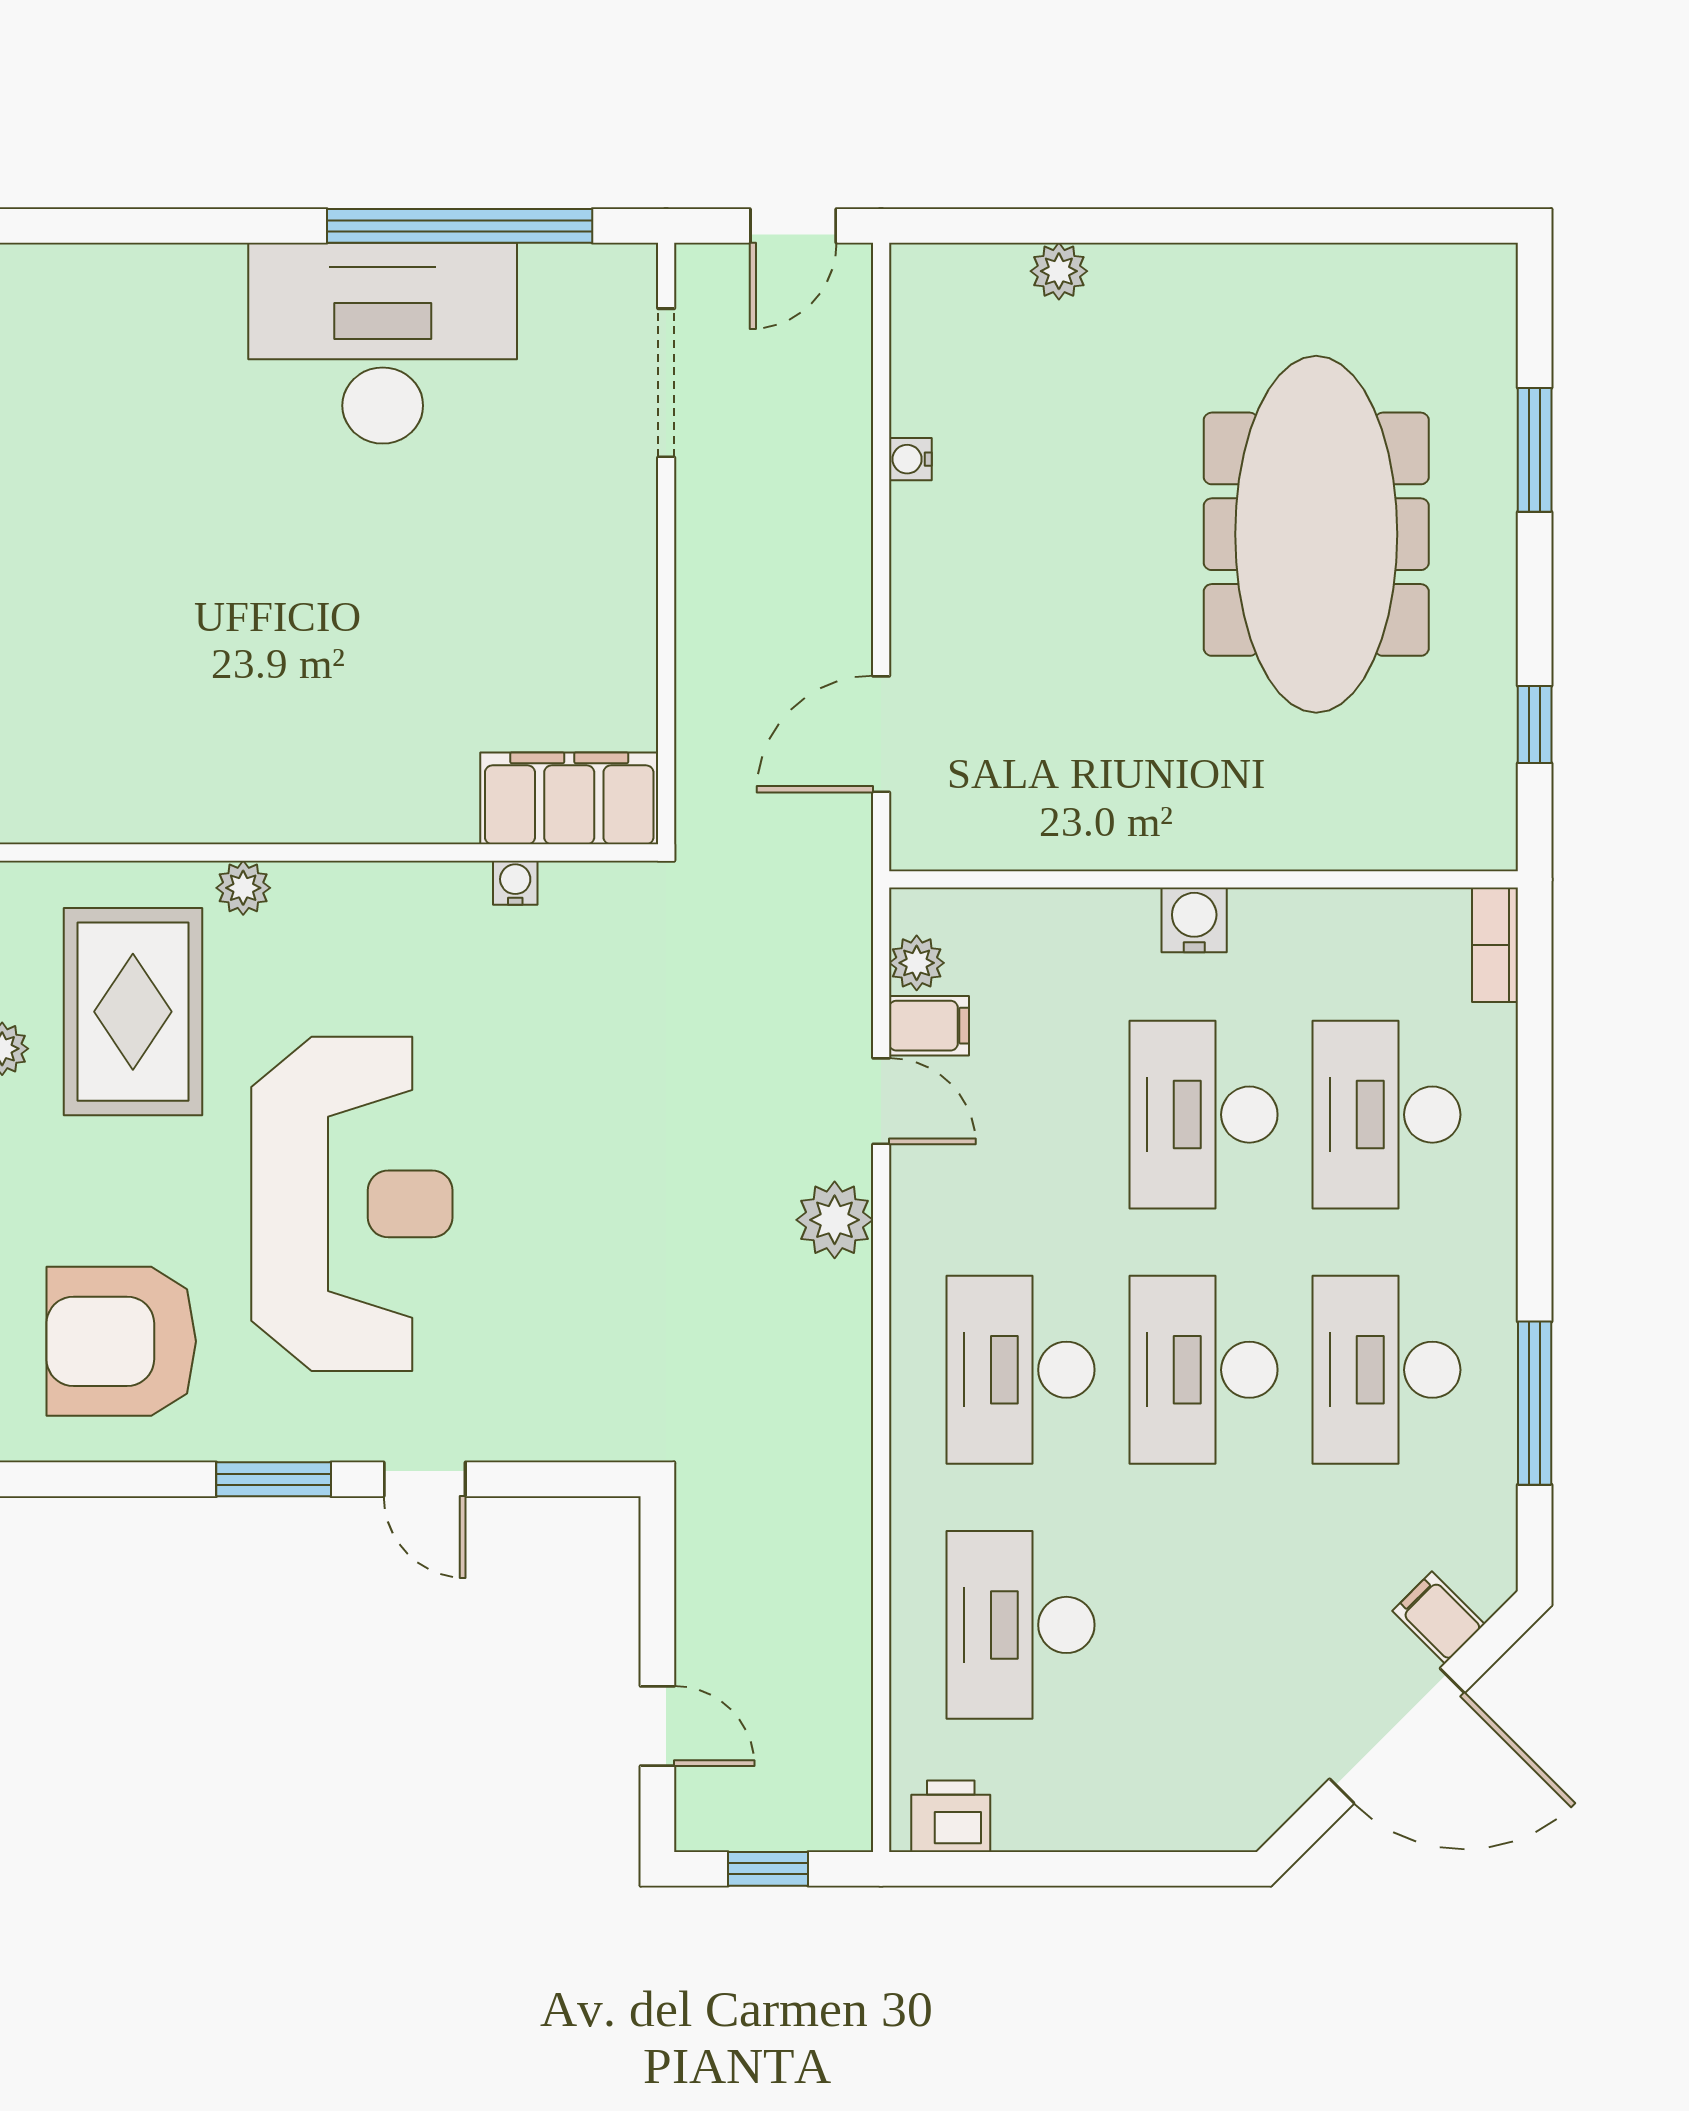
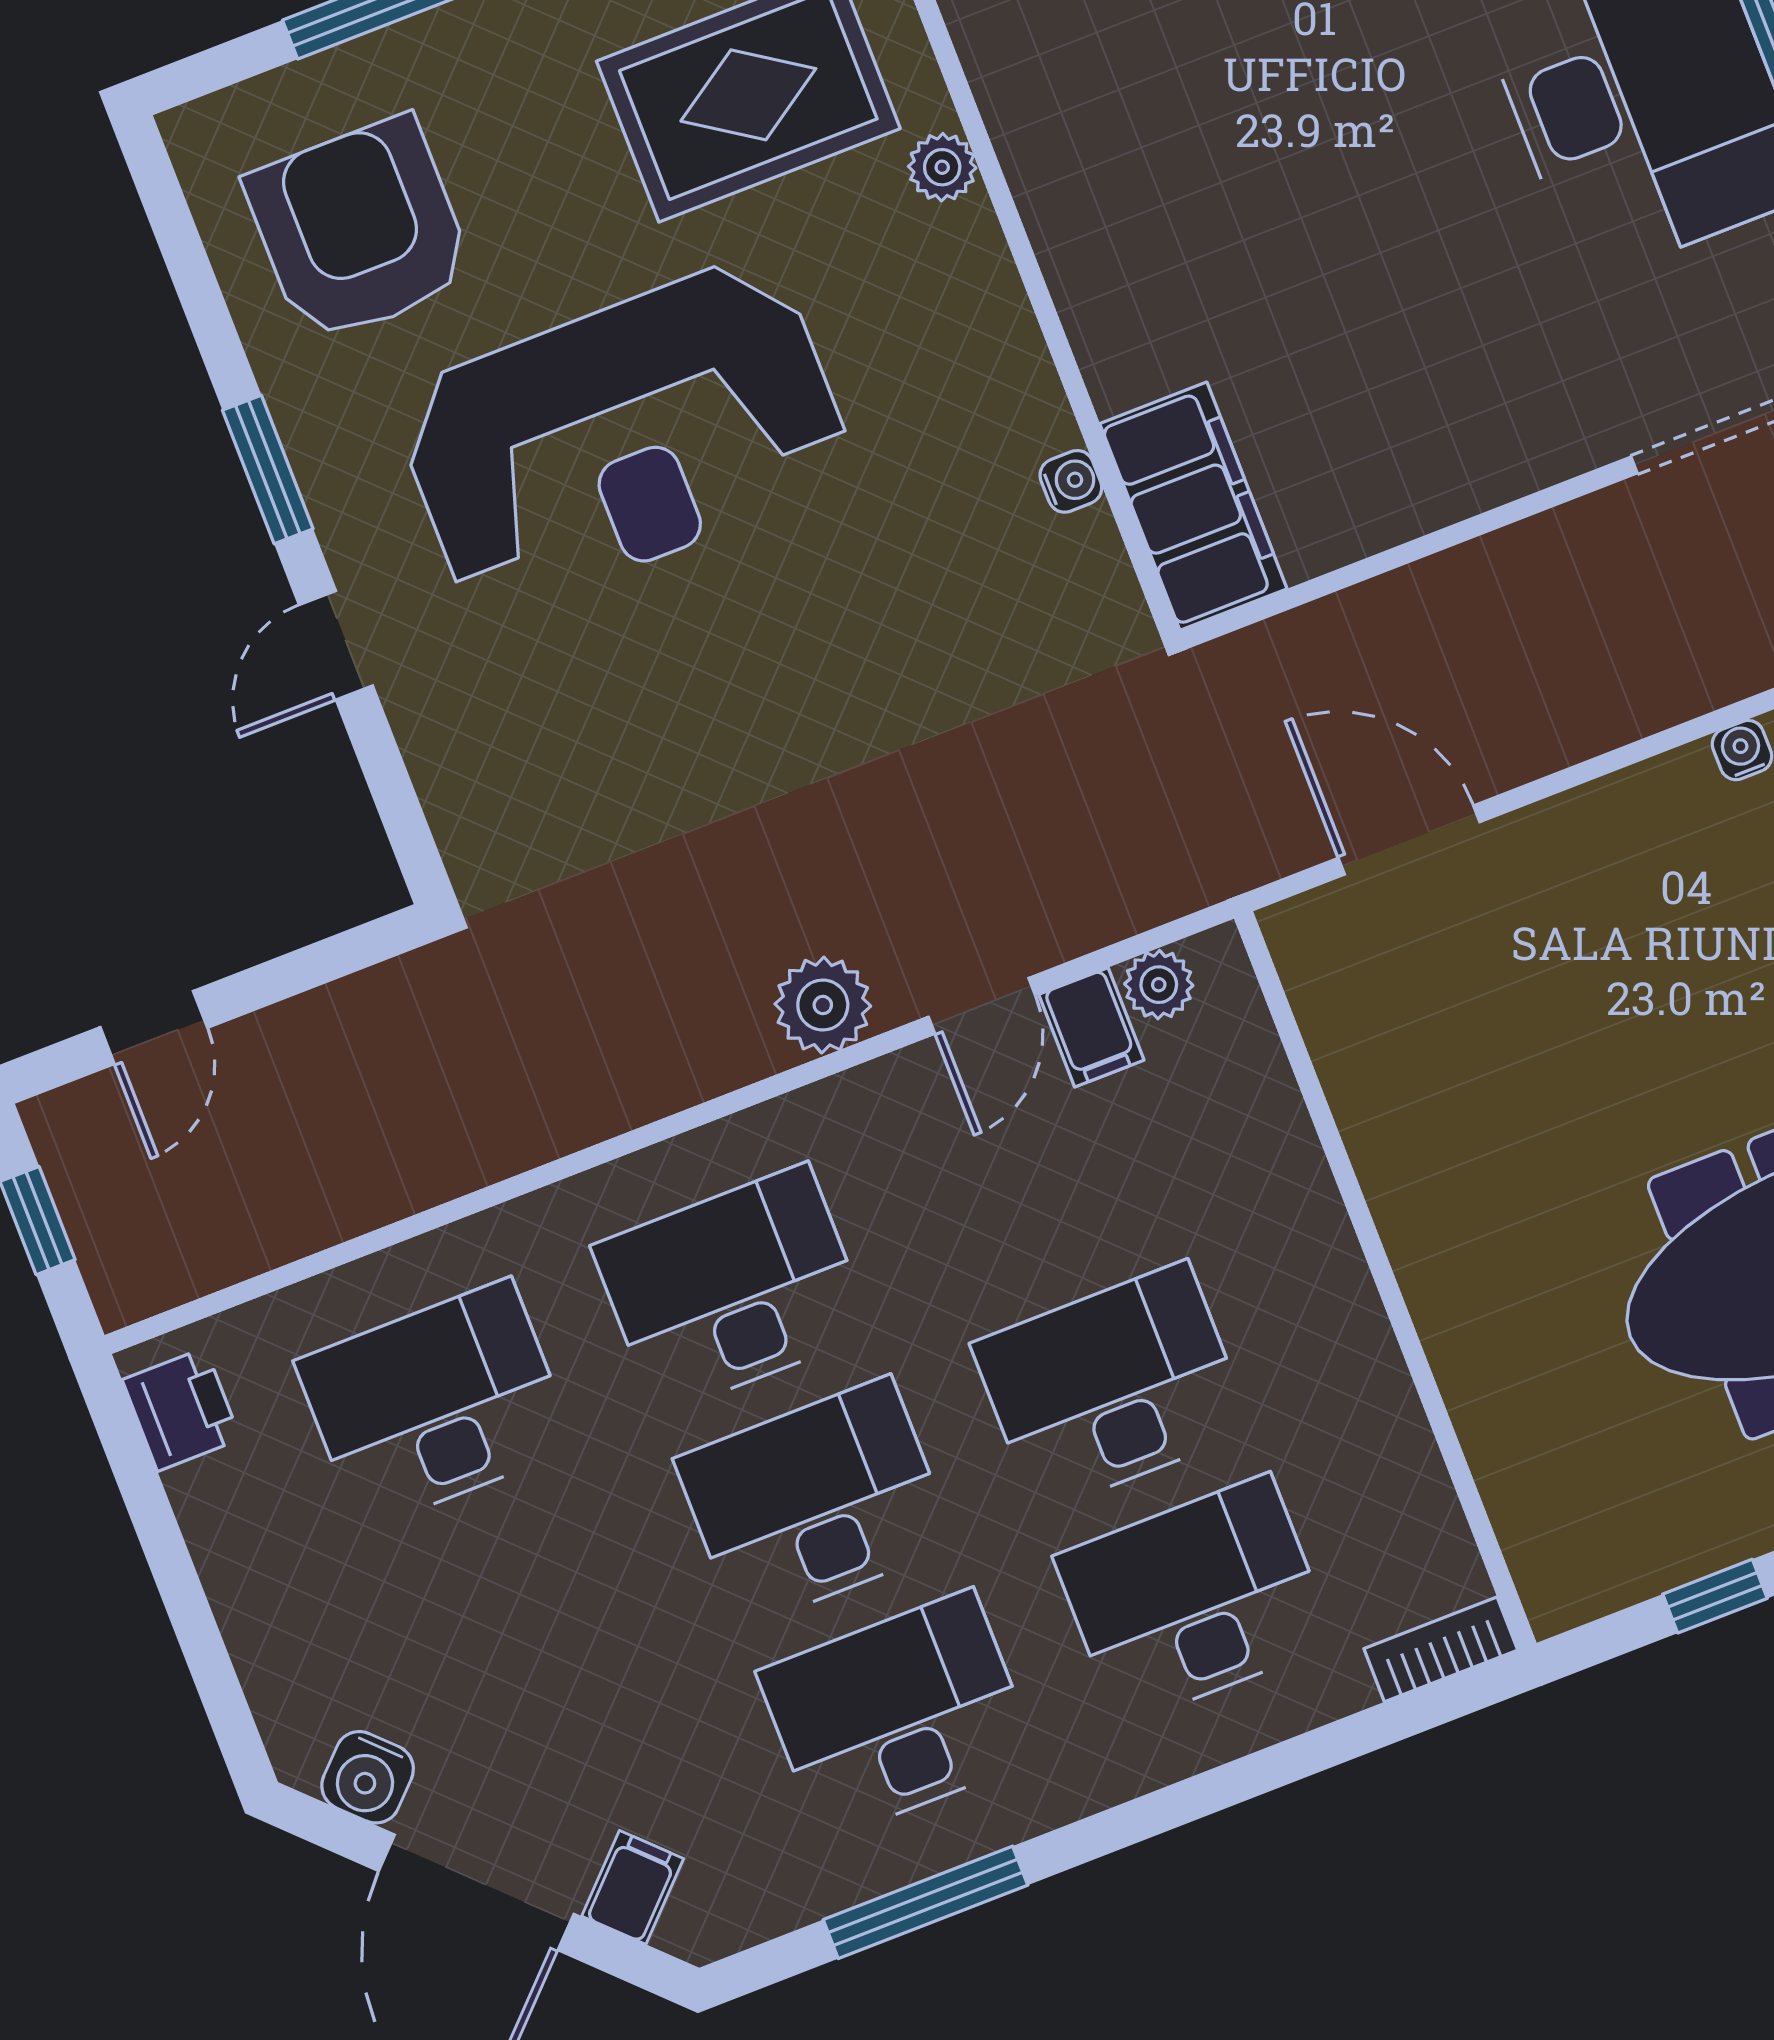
water cooler: (1194, 920) -> (368, 1777), moved, turned 135

